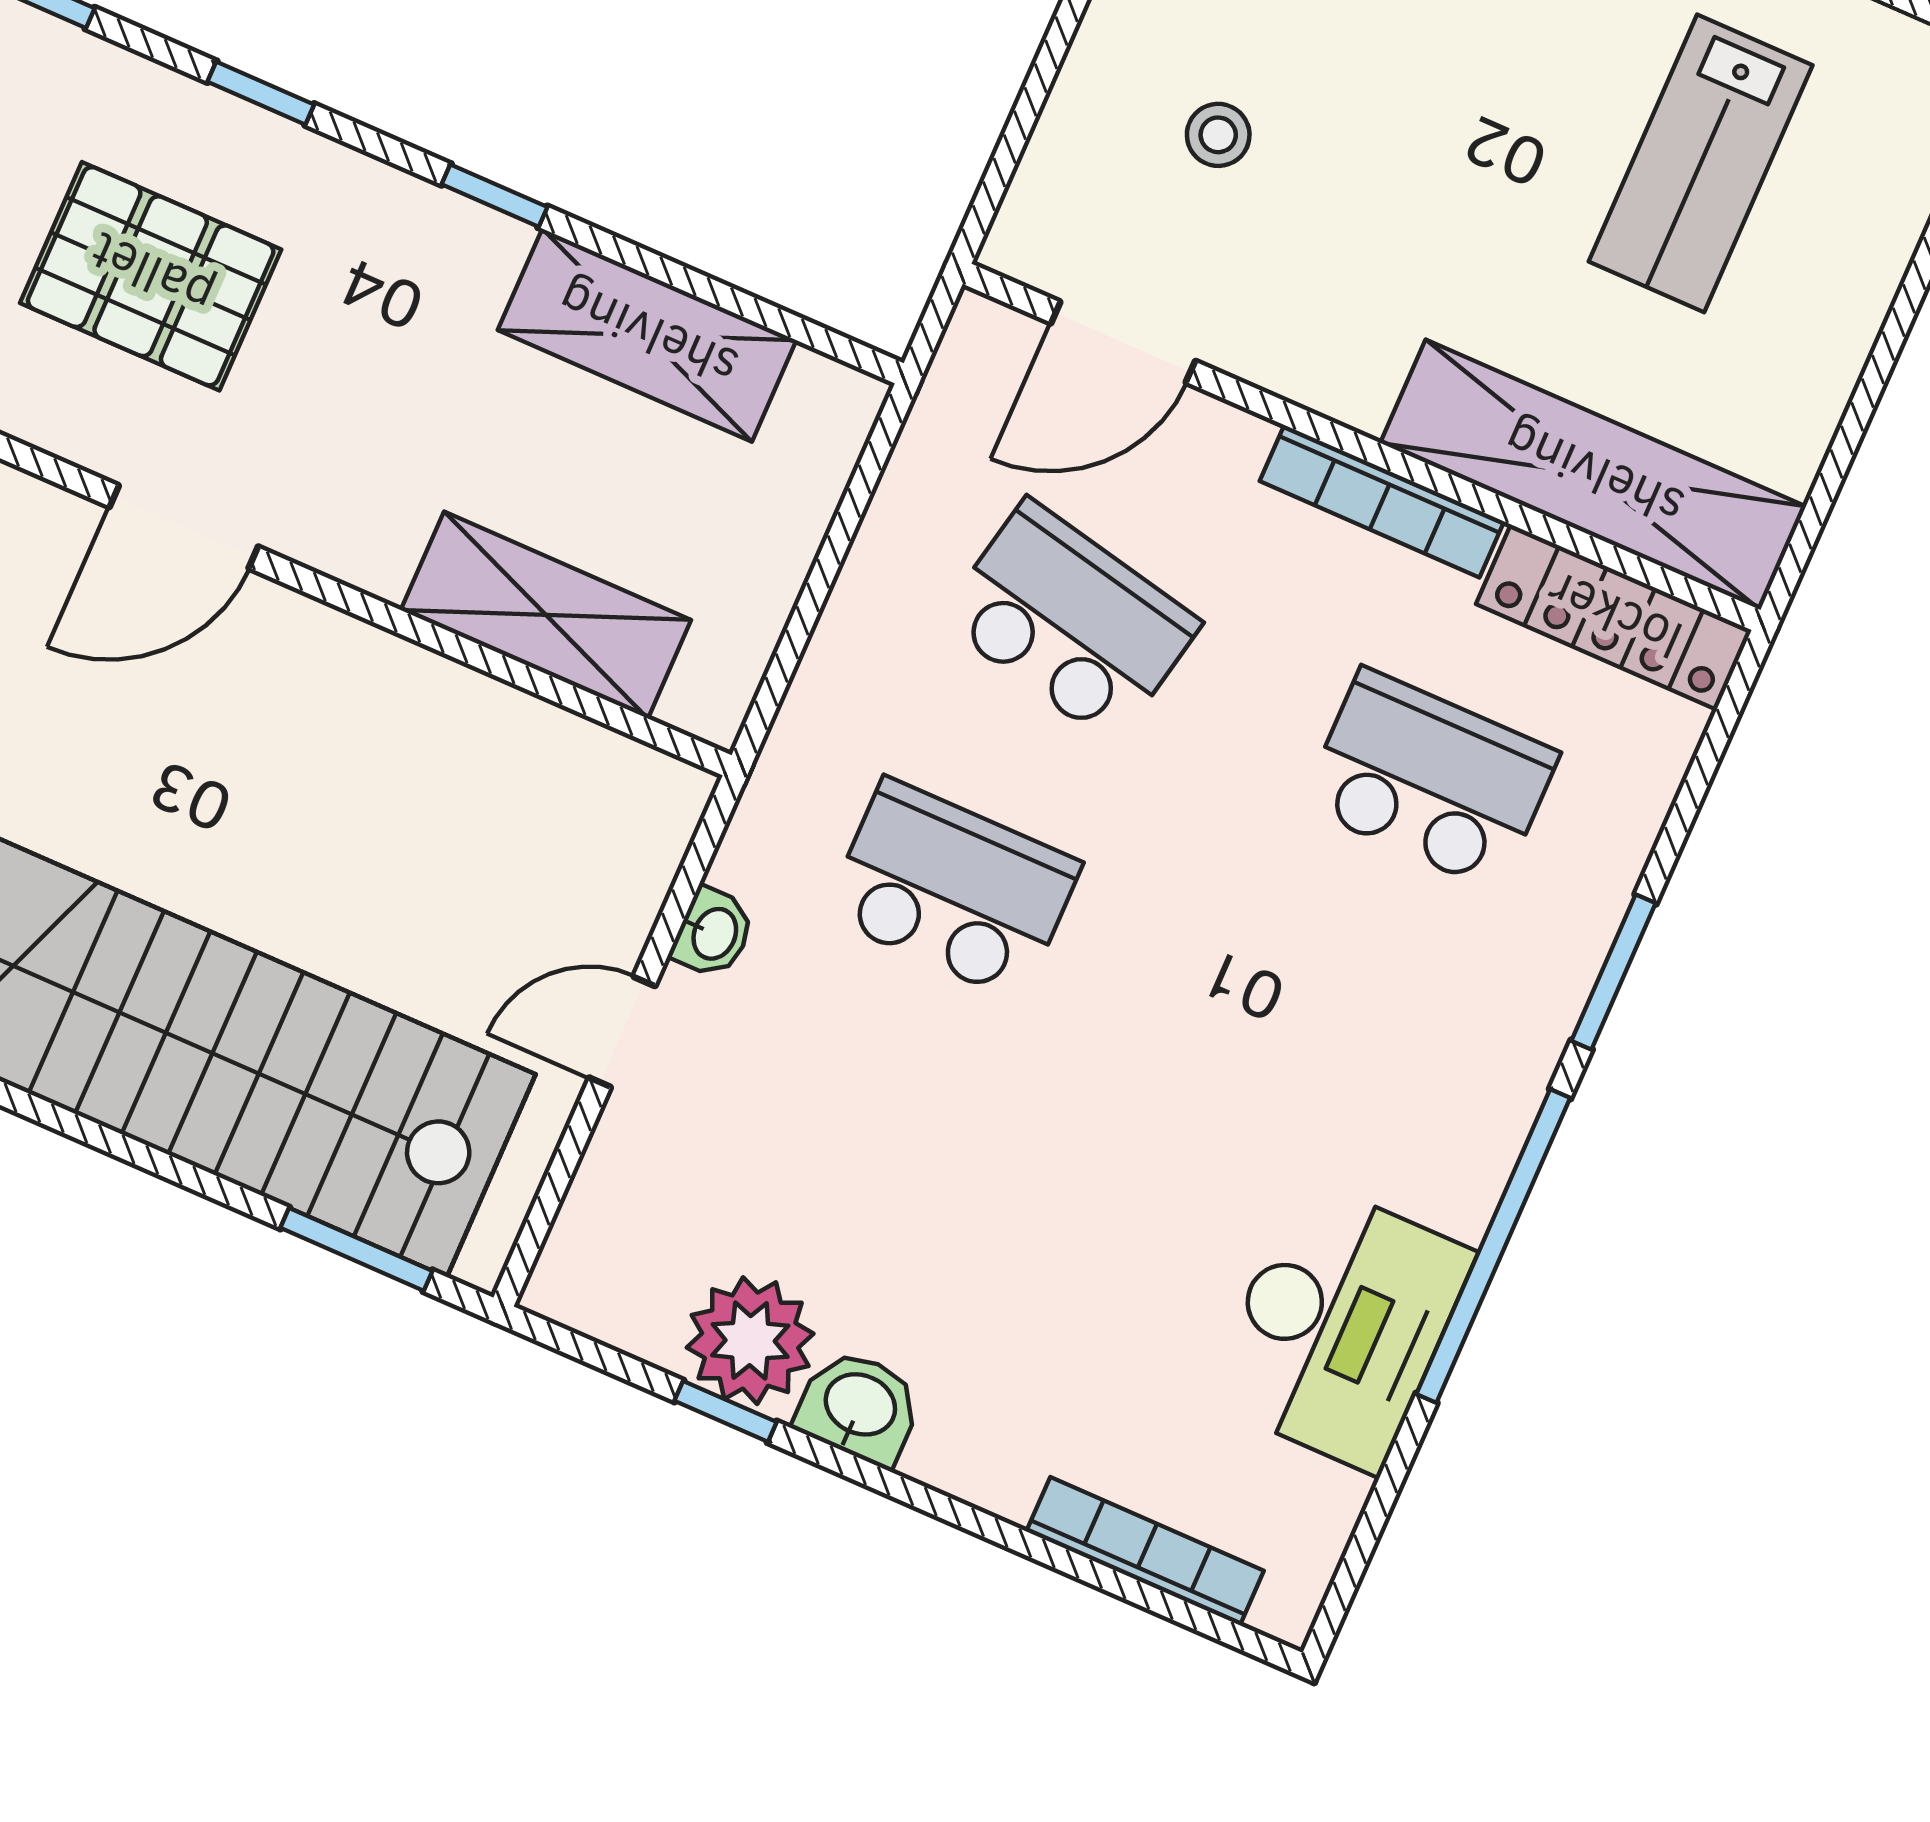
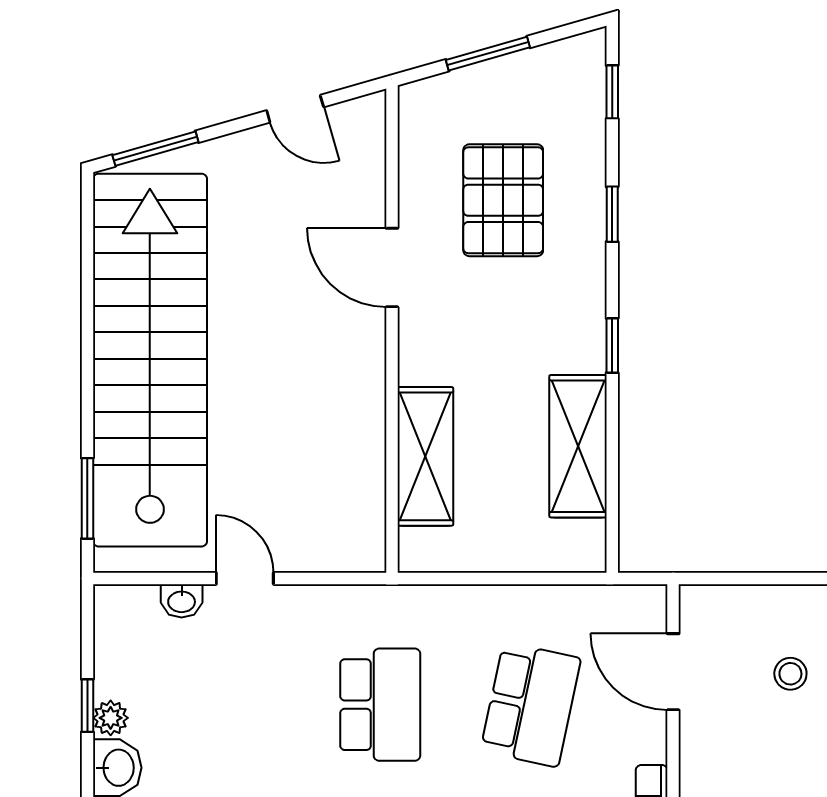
washbasin: (713, 933) -> (182, 601), moved
plant: (750, 1341) -> (111, 718), width x0.53, depth x0.53

